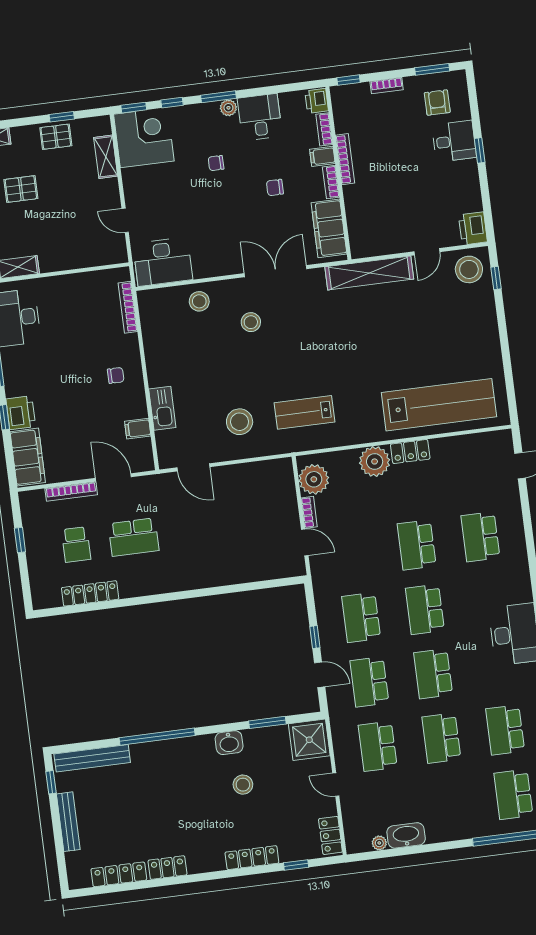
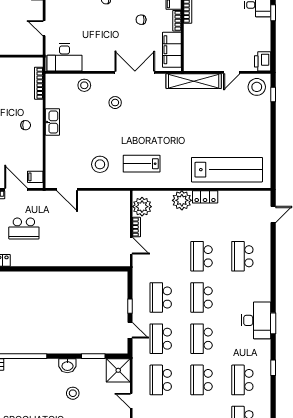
kitchen sink: (162, 408) -> (52, 122), moved
filing cabinet: (138, 429) -> (35, 177), moved

